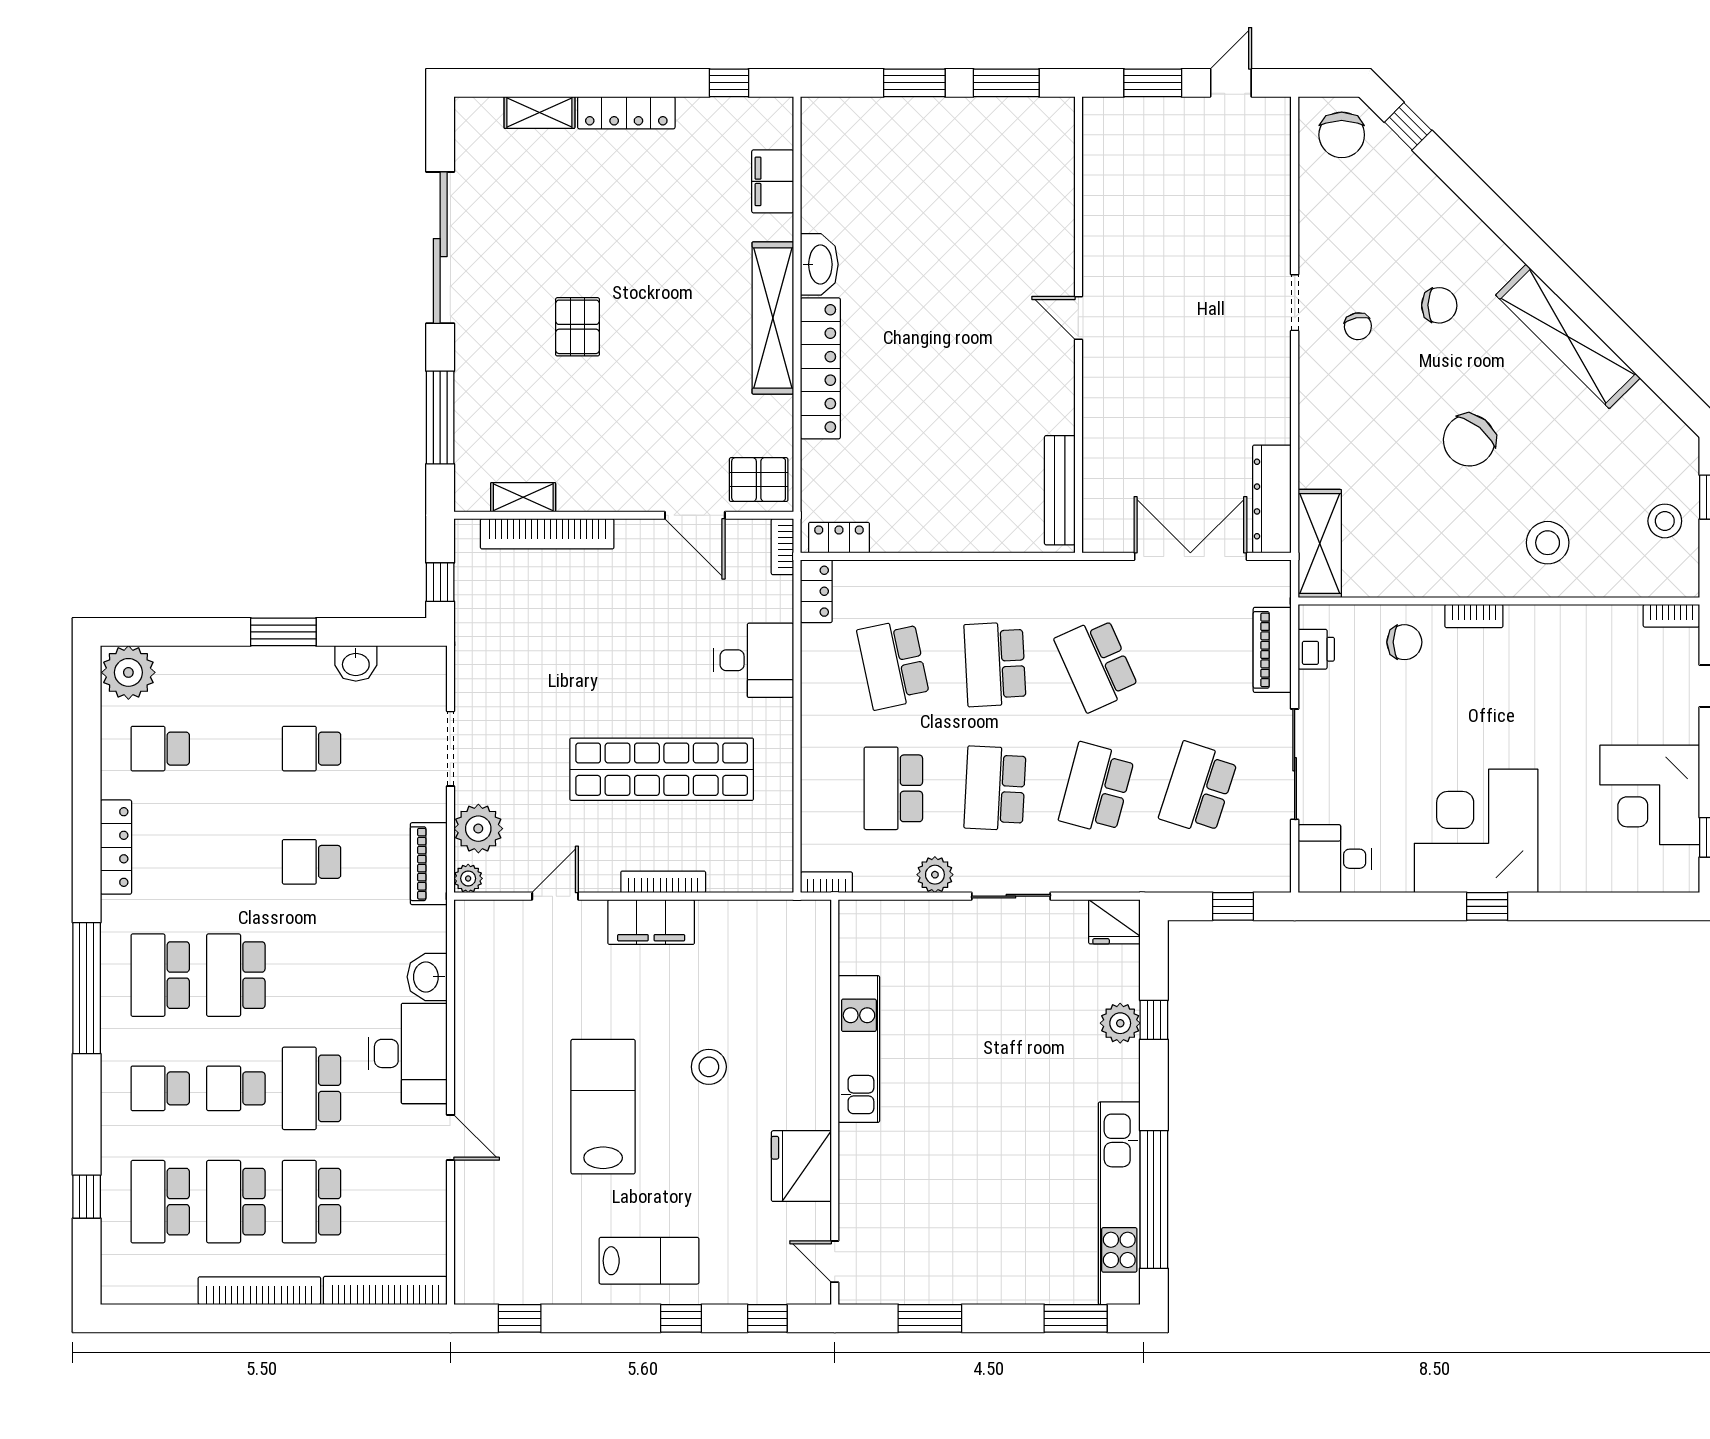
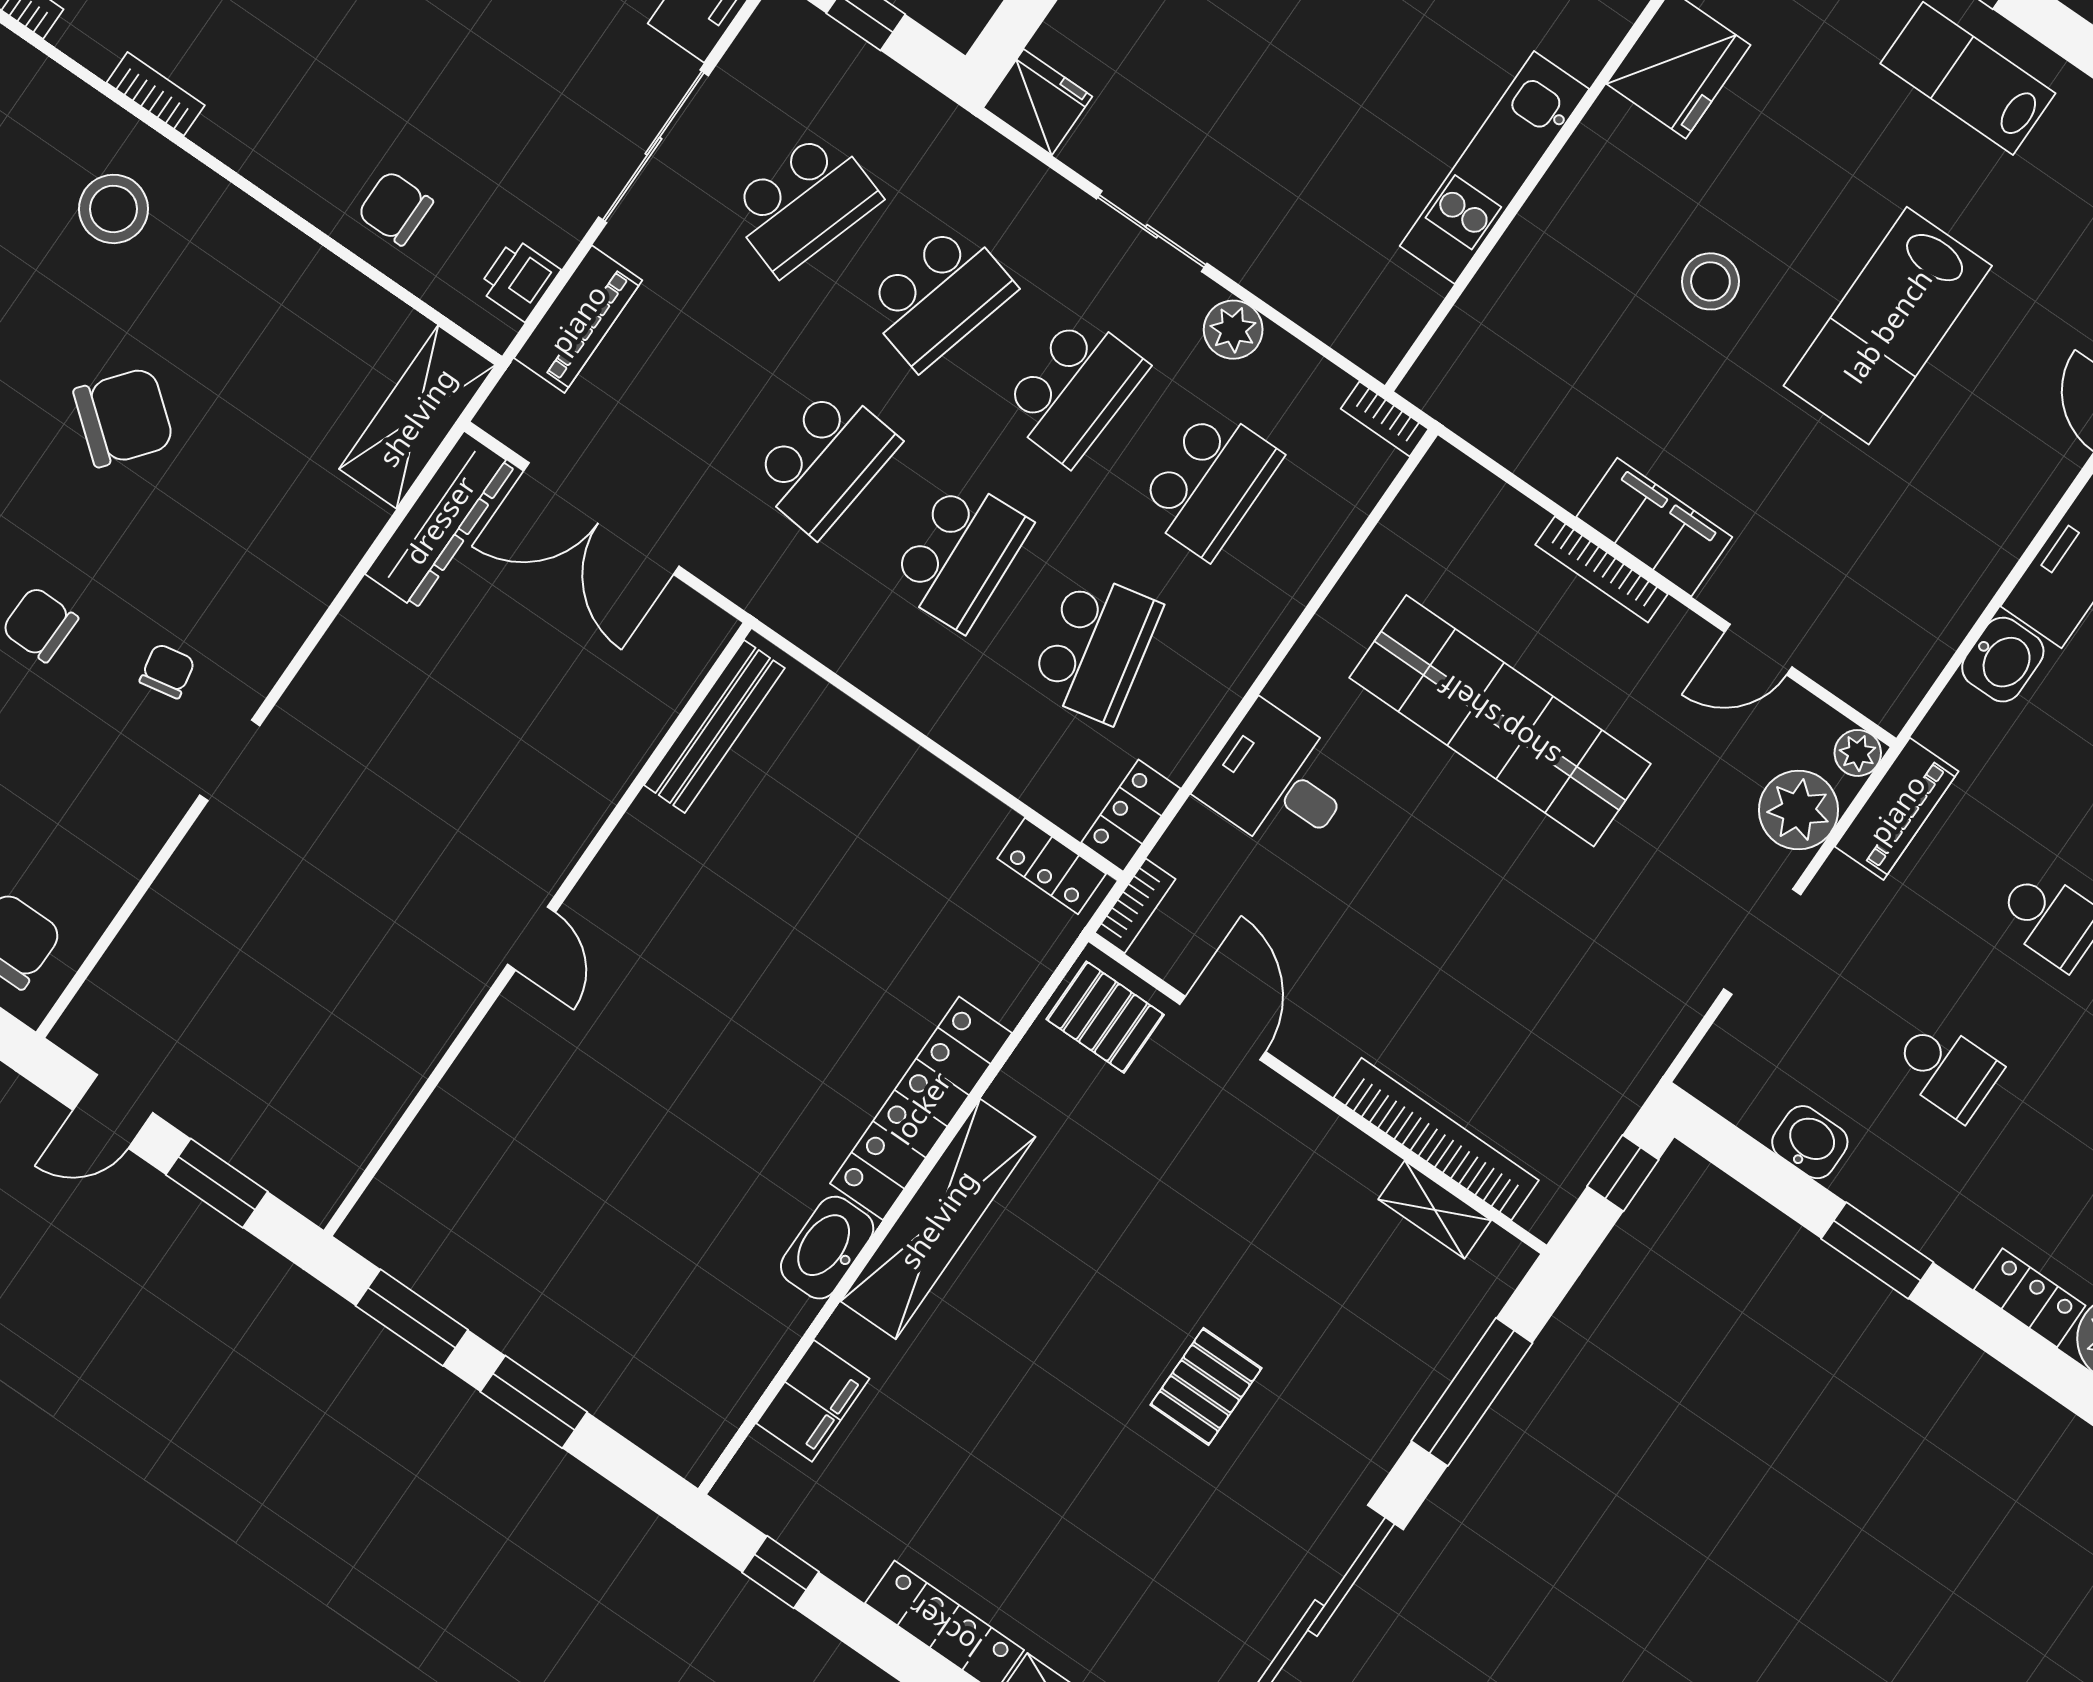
bookcase: (1474, 616) -> (156, 94), moved
locker: (189, 661) -> (2030, 1298), added
school desk: (1097, 664) -> (825, 461), turned 30

